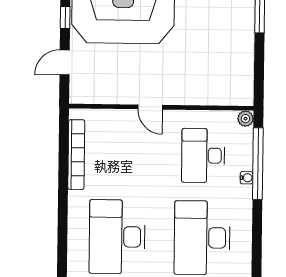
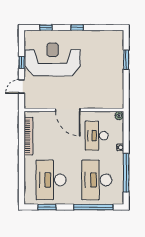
door: (150, 107) -> (68, 110), width x1.88
window: (258, 164) -> (126, 173), moved

